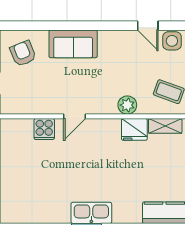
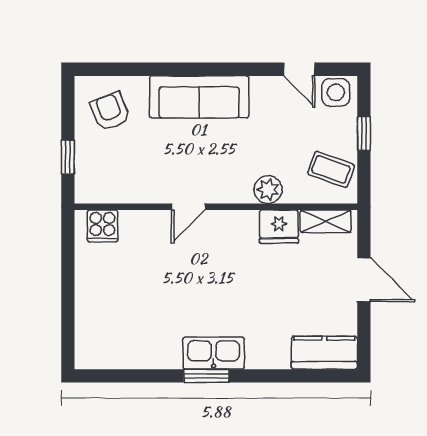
sofa: (73, 44) -> (199, 97), width x1.36
cooker: (44, 129) -> (102, 226), moved

